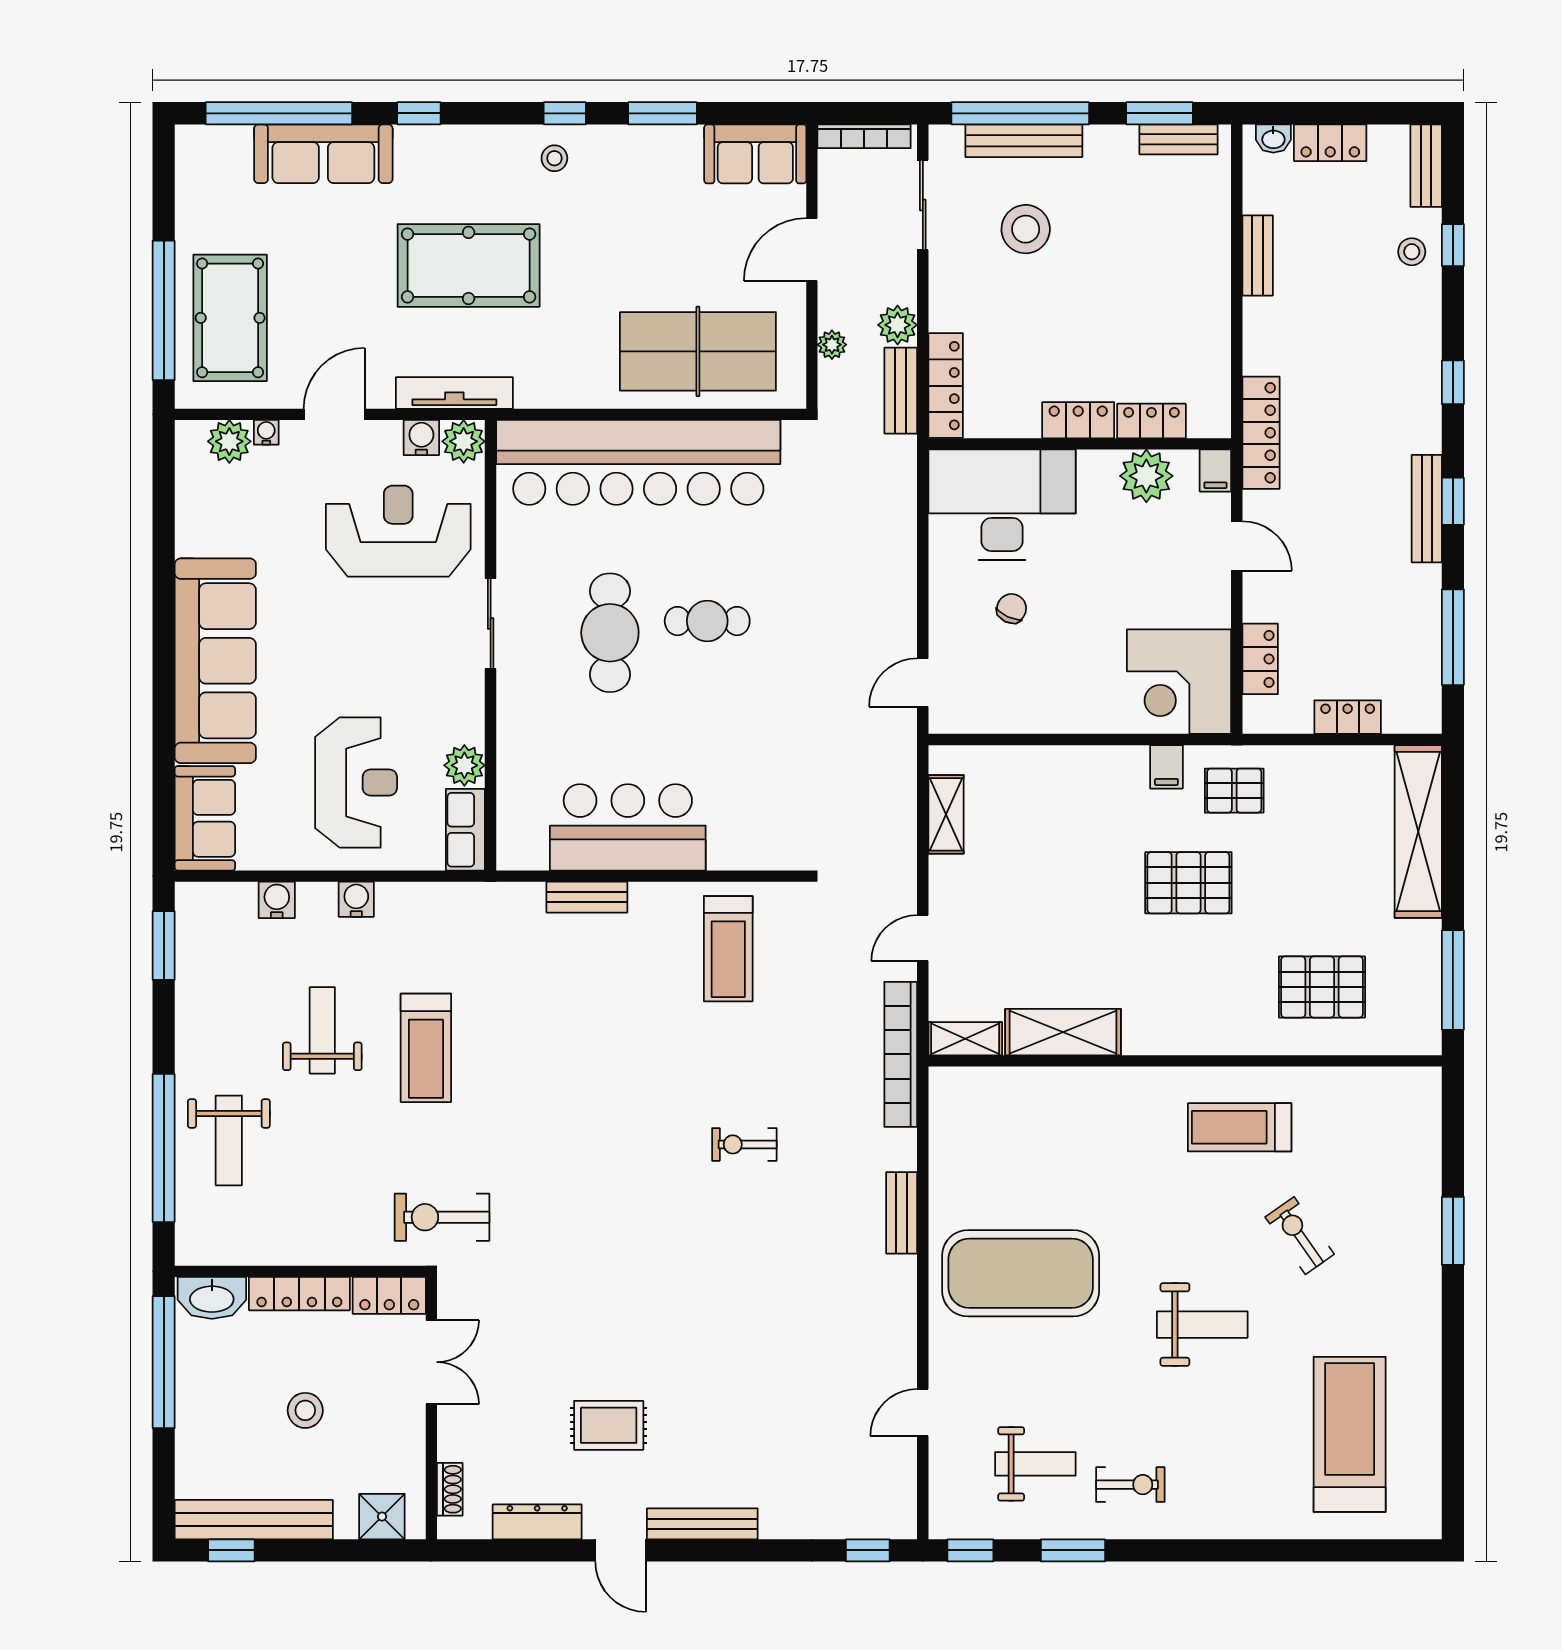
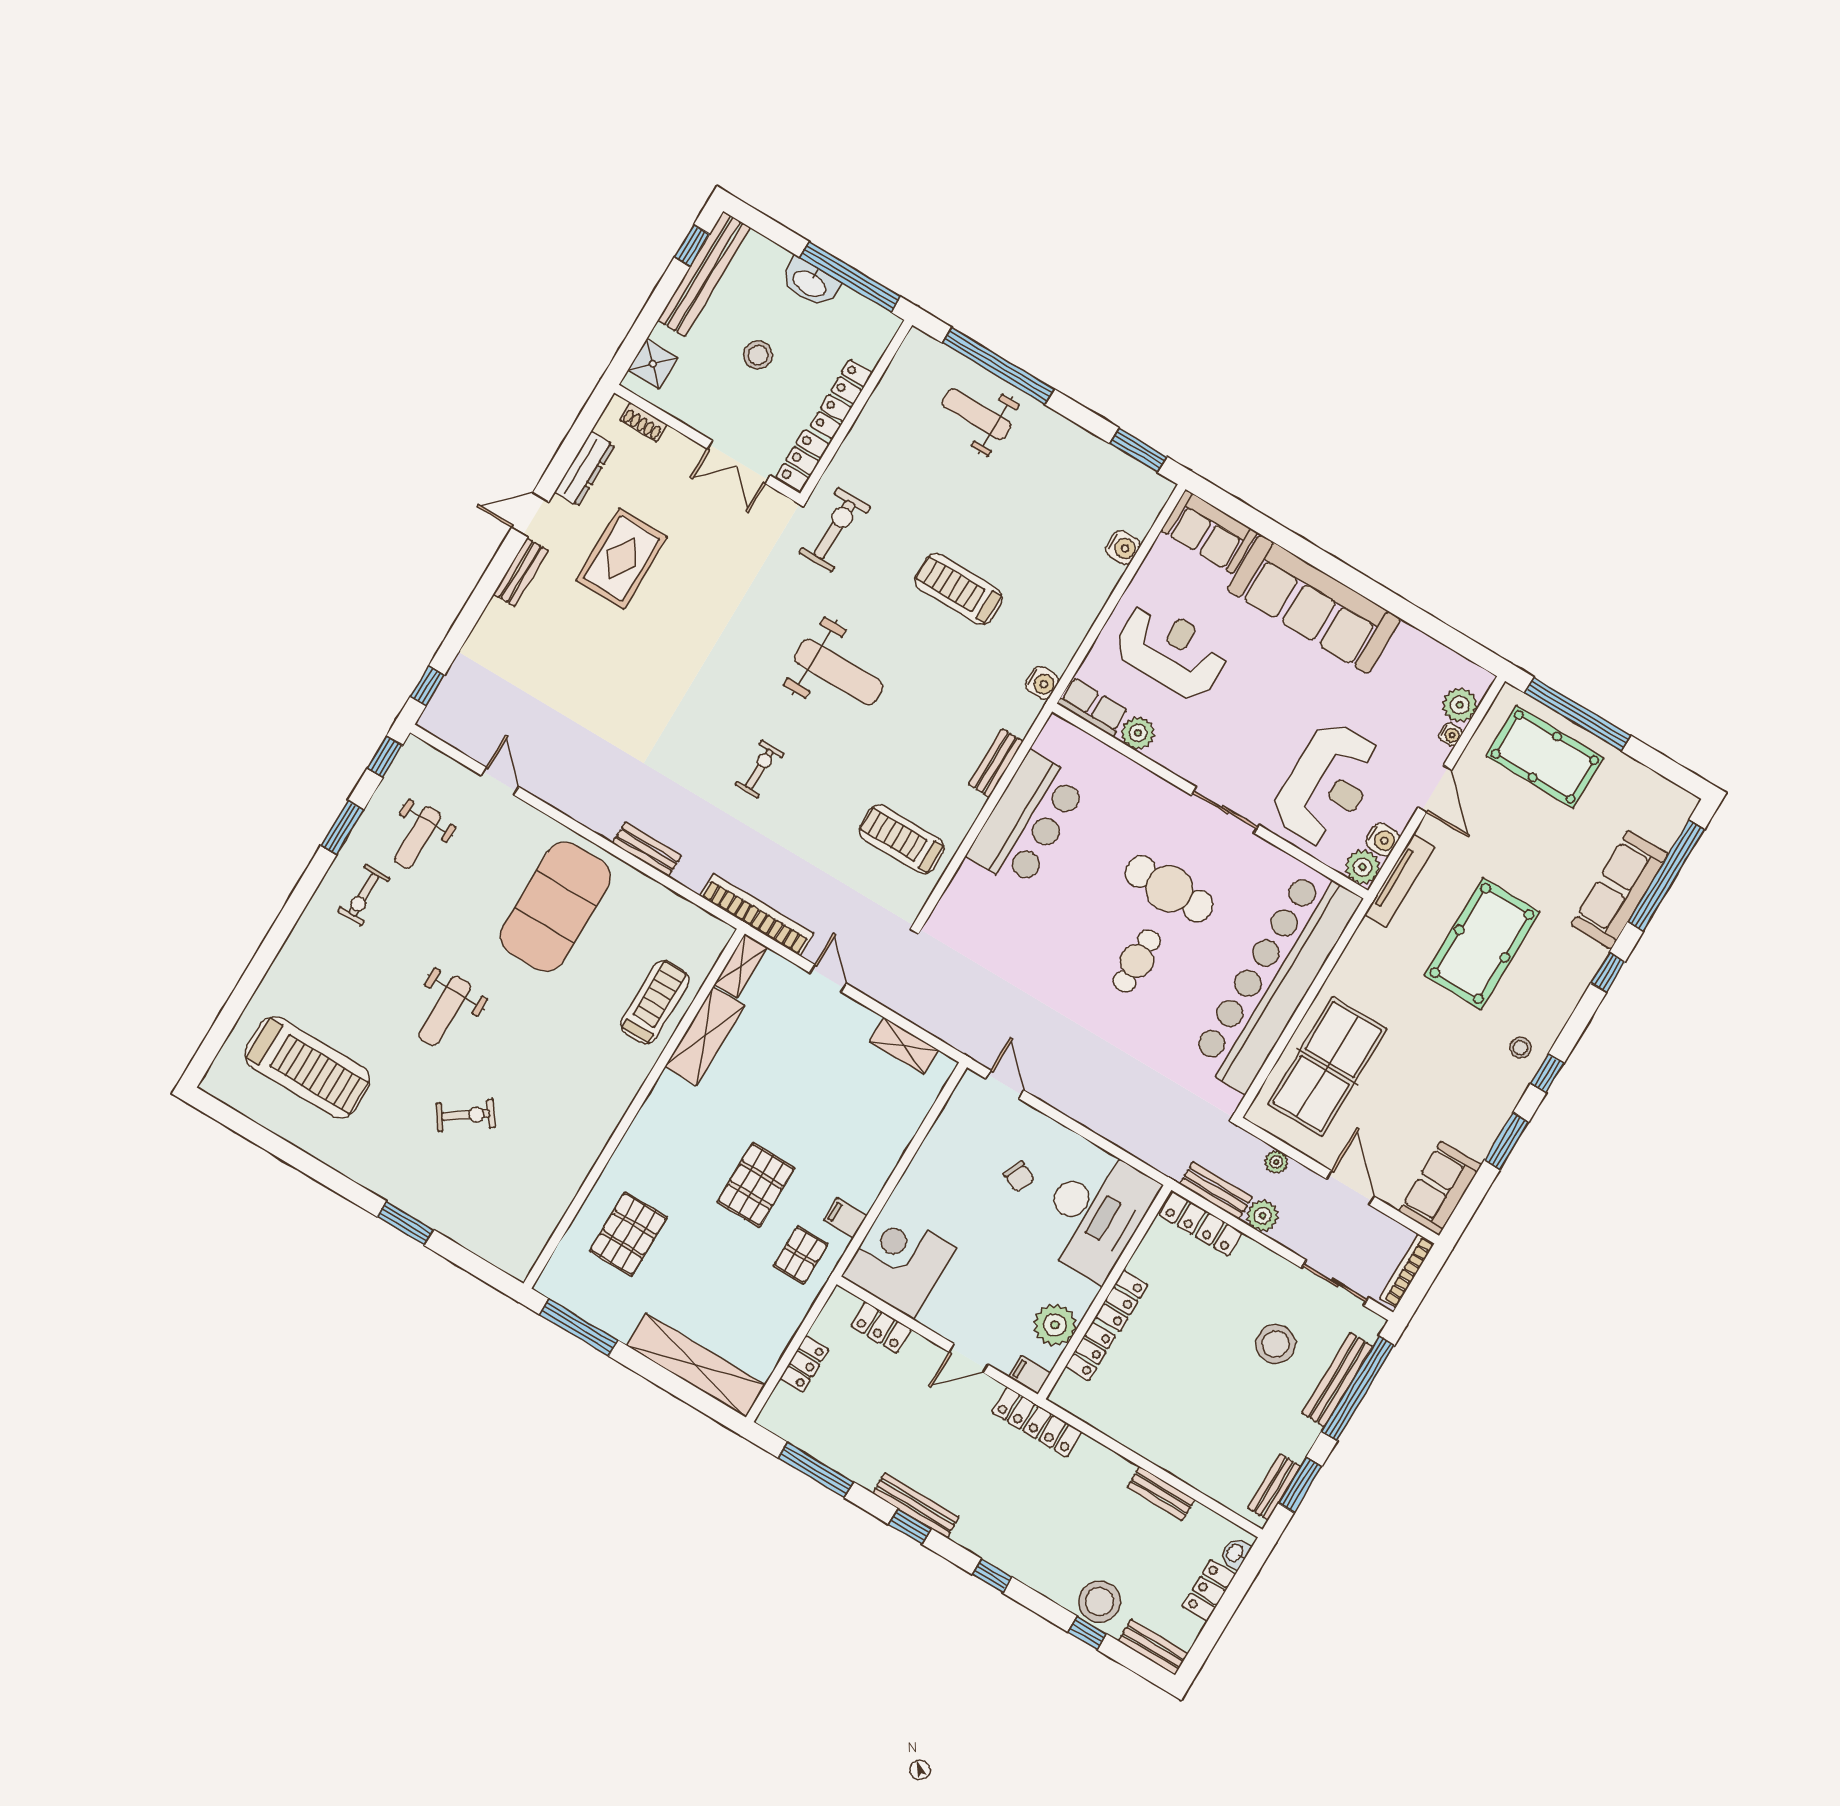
stool: (1412, 252) -> (1100, 1602), width x1.89, depth x1.89
reception desk: (356, 782) -> (1171, 651), turned 180
water cooler: (356, 899) -> (1042, 683), moved
weight bench: (322, 1030) -> (839, 672), moved, width x1.36, depth x1.33
treadmill: (1240, 1127) -> (655, 1002), moved
washbasin: (212, 1298) -> (810, 283), moved, turned -90
rug: (609, 1425) -> (622, 559), width x1.36, depth x1.43
bench: (702, 1524) -> (521, 572), width x0.73

